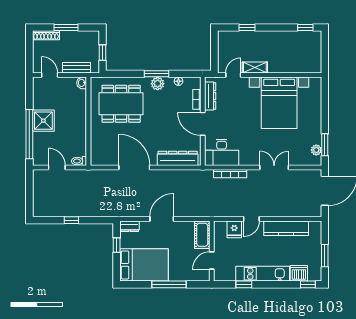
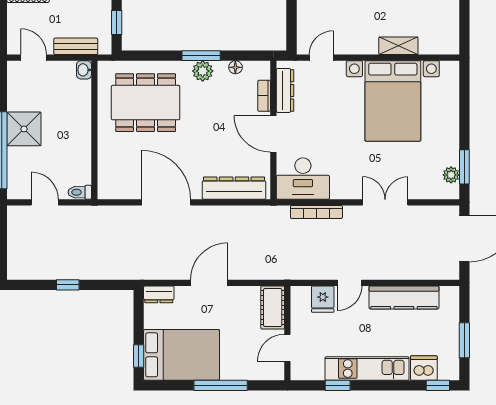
shelving: (255, 67) -> (398, 46), moved
window: (117, 245) -> (139, 356), moved

